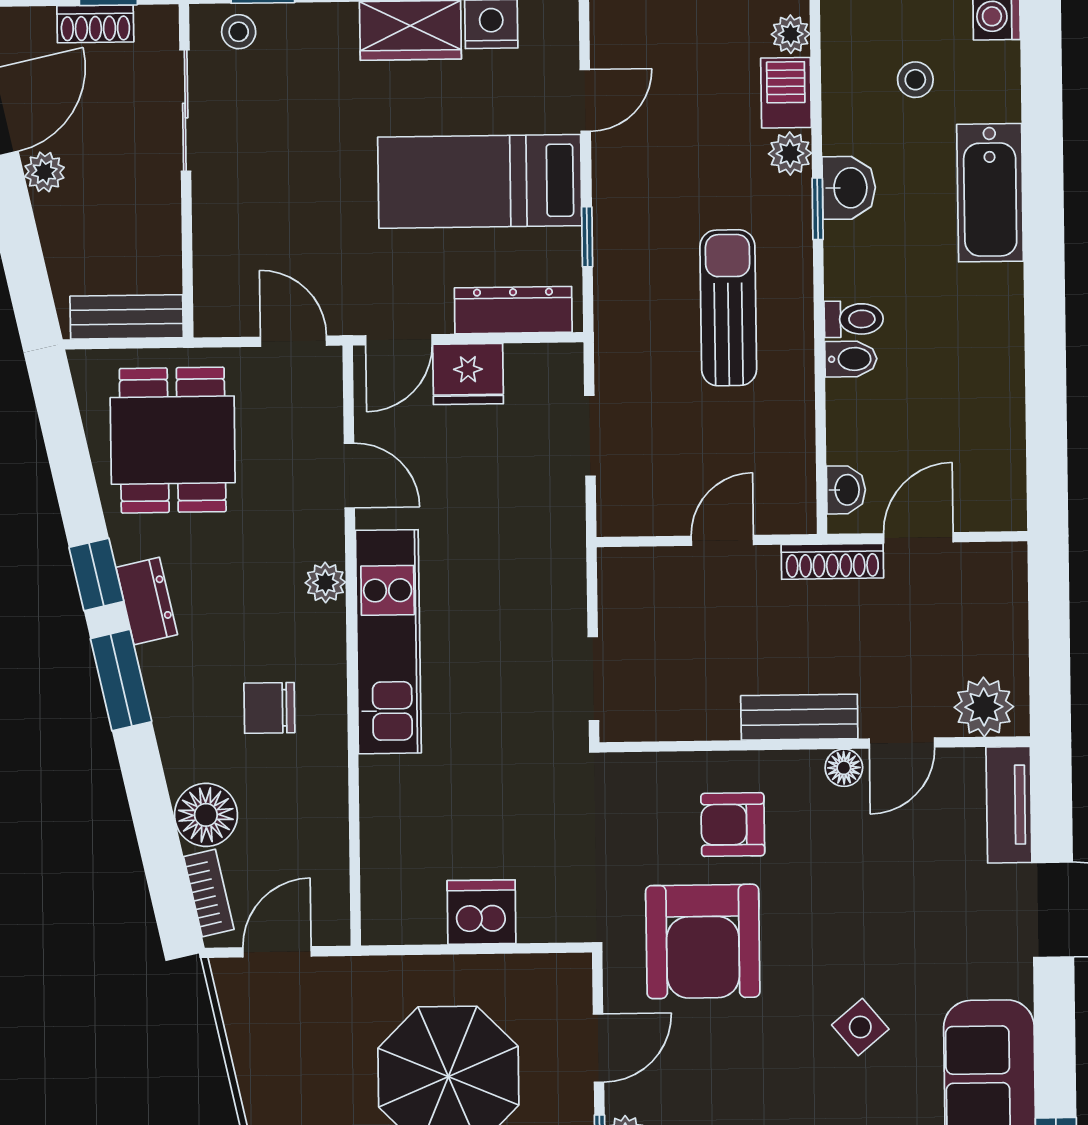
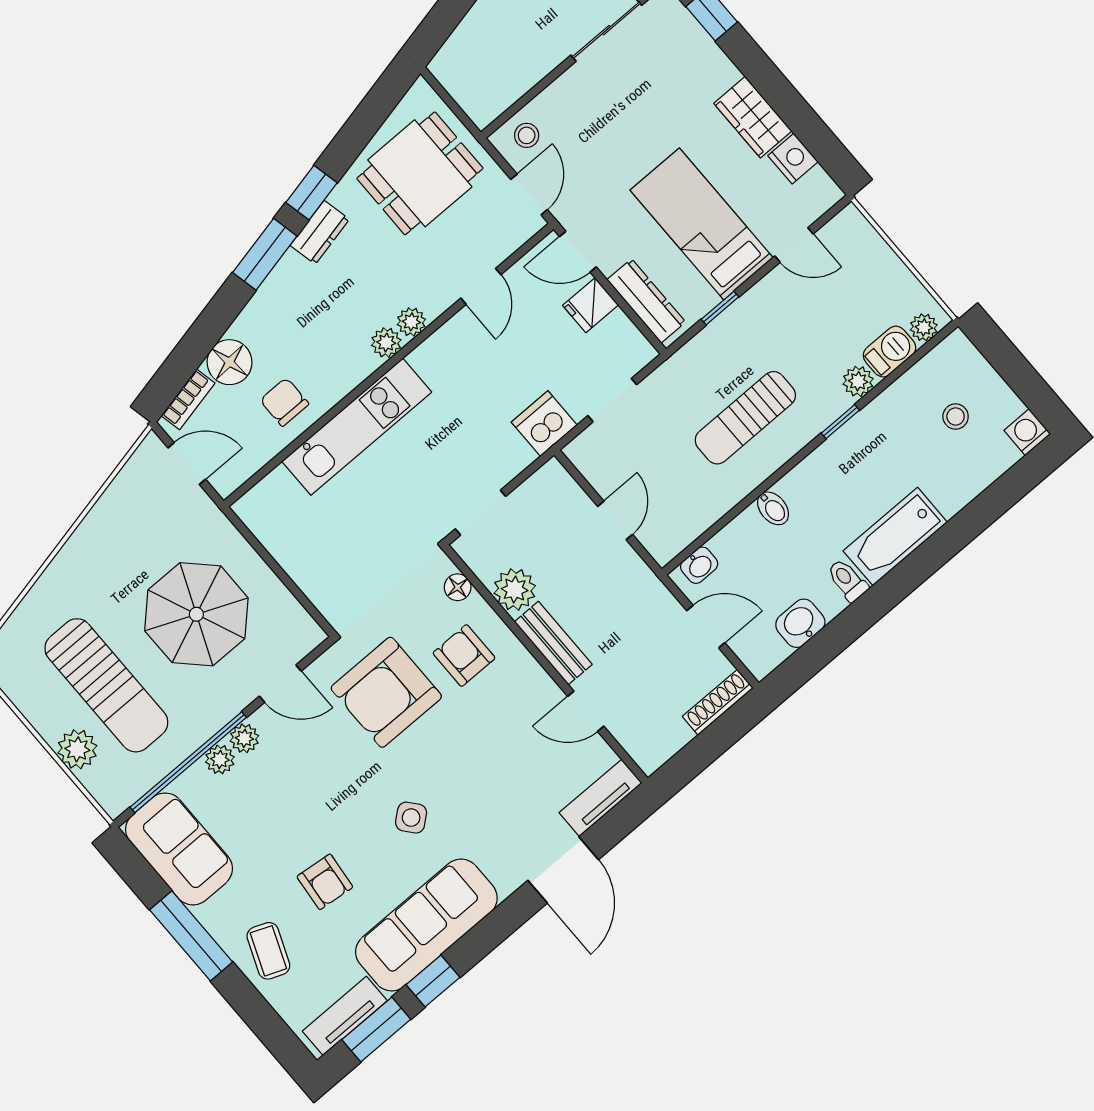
stool: (239, 32) -> (527, 135), moved
washbasin: (849, 188) -> (800, 623), moved, turned 180
bathtub: (990, 193) -> (895, 537), moved
sun lounger: (728, 308) -> (745, 418), turned 180
bench: (127, 317) -> (466, 92), removed
toilet: (854, 319) -> (847, 580), moved, turned 180
fridge: (468, 374) -> (591, 305), width x0.72
door: (722, 540) -> (615, 520), hinge flipped
shoe rack: (832, 561) -> (718, 702), moved, turned 90
plant: (325, 628) -> (386, 343), added
kitchen unit: (388, 642) -> (357, 427), moved
plant: (984, 707) -> (515, 590), moved
chair: (269, 708) -> (284, 402), moved
floor lamp: (844, 768) -> (458, 587), moved
dishwasher: (481, 912) -> (544, 424), moved, turned -90

